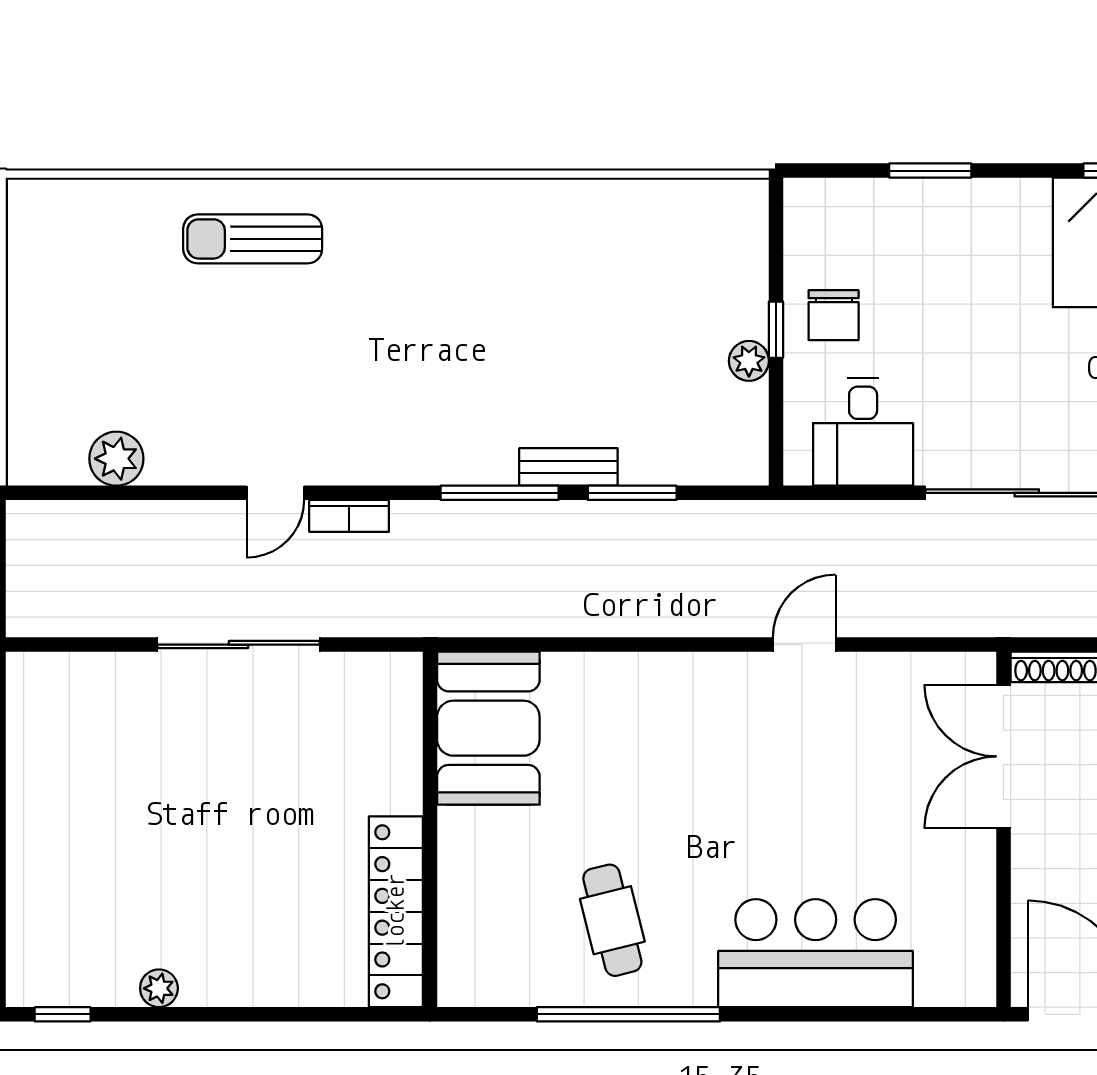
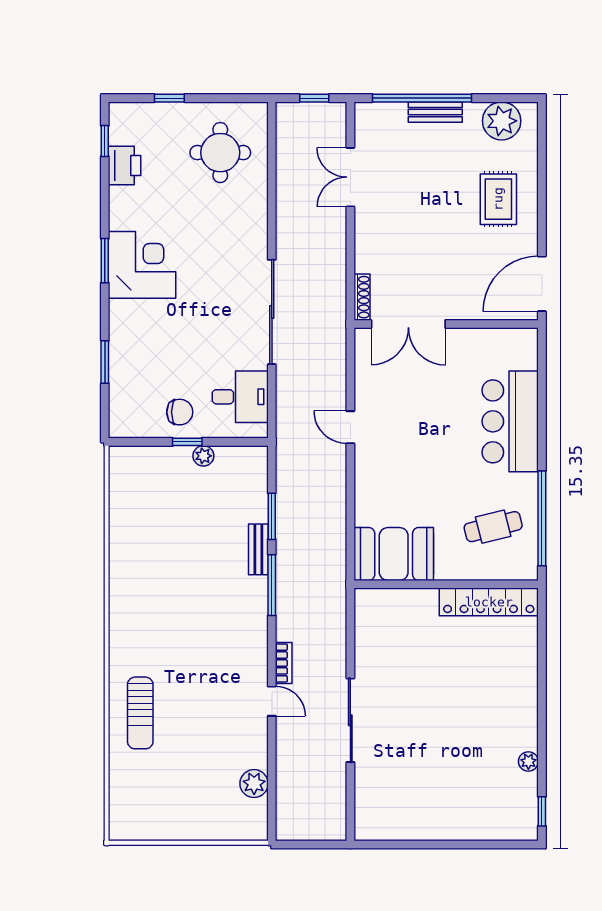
booth: (488, 728) -> (394, 554), moved
wall: (430, 829) -> (446, 584), moved
locker: (396, 912) -> (489, 602), moved

